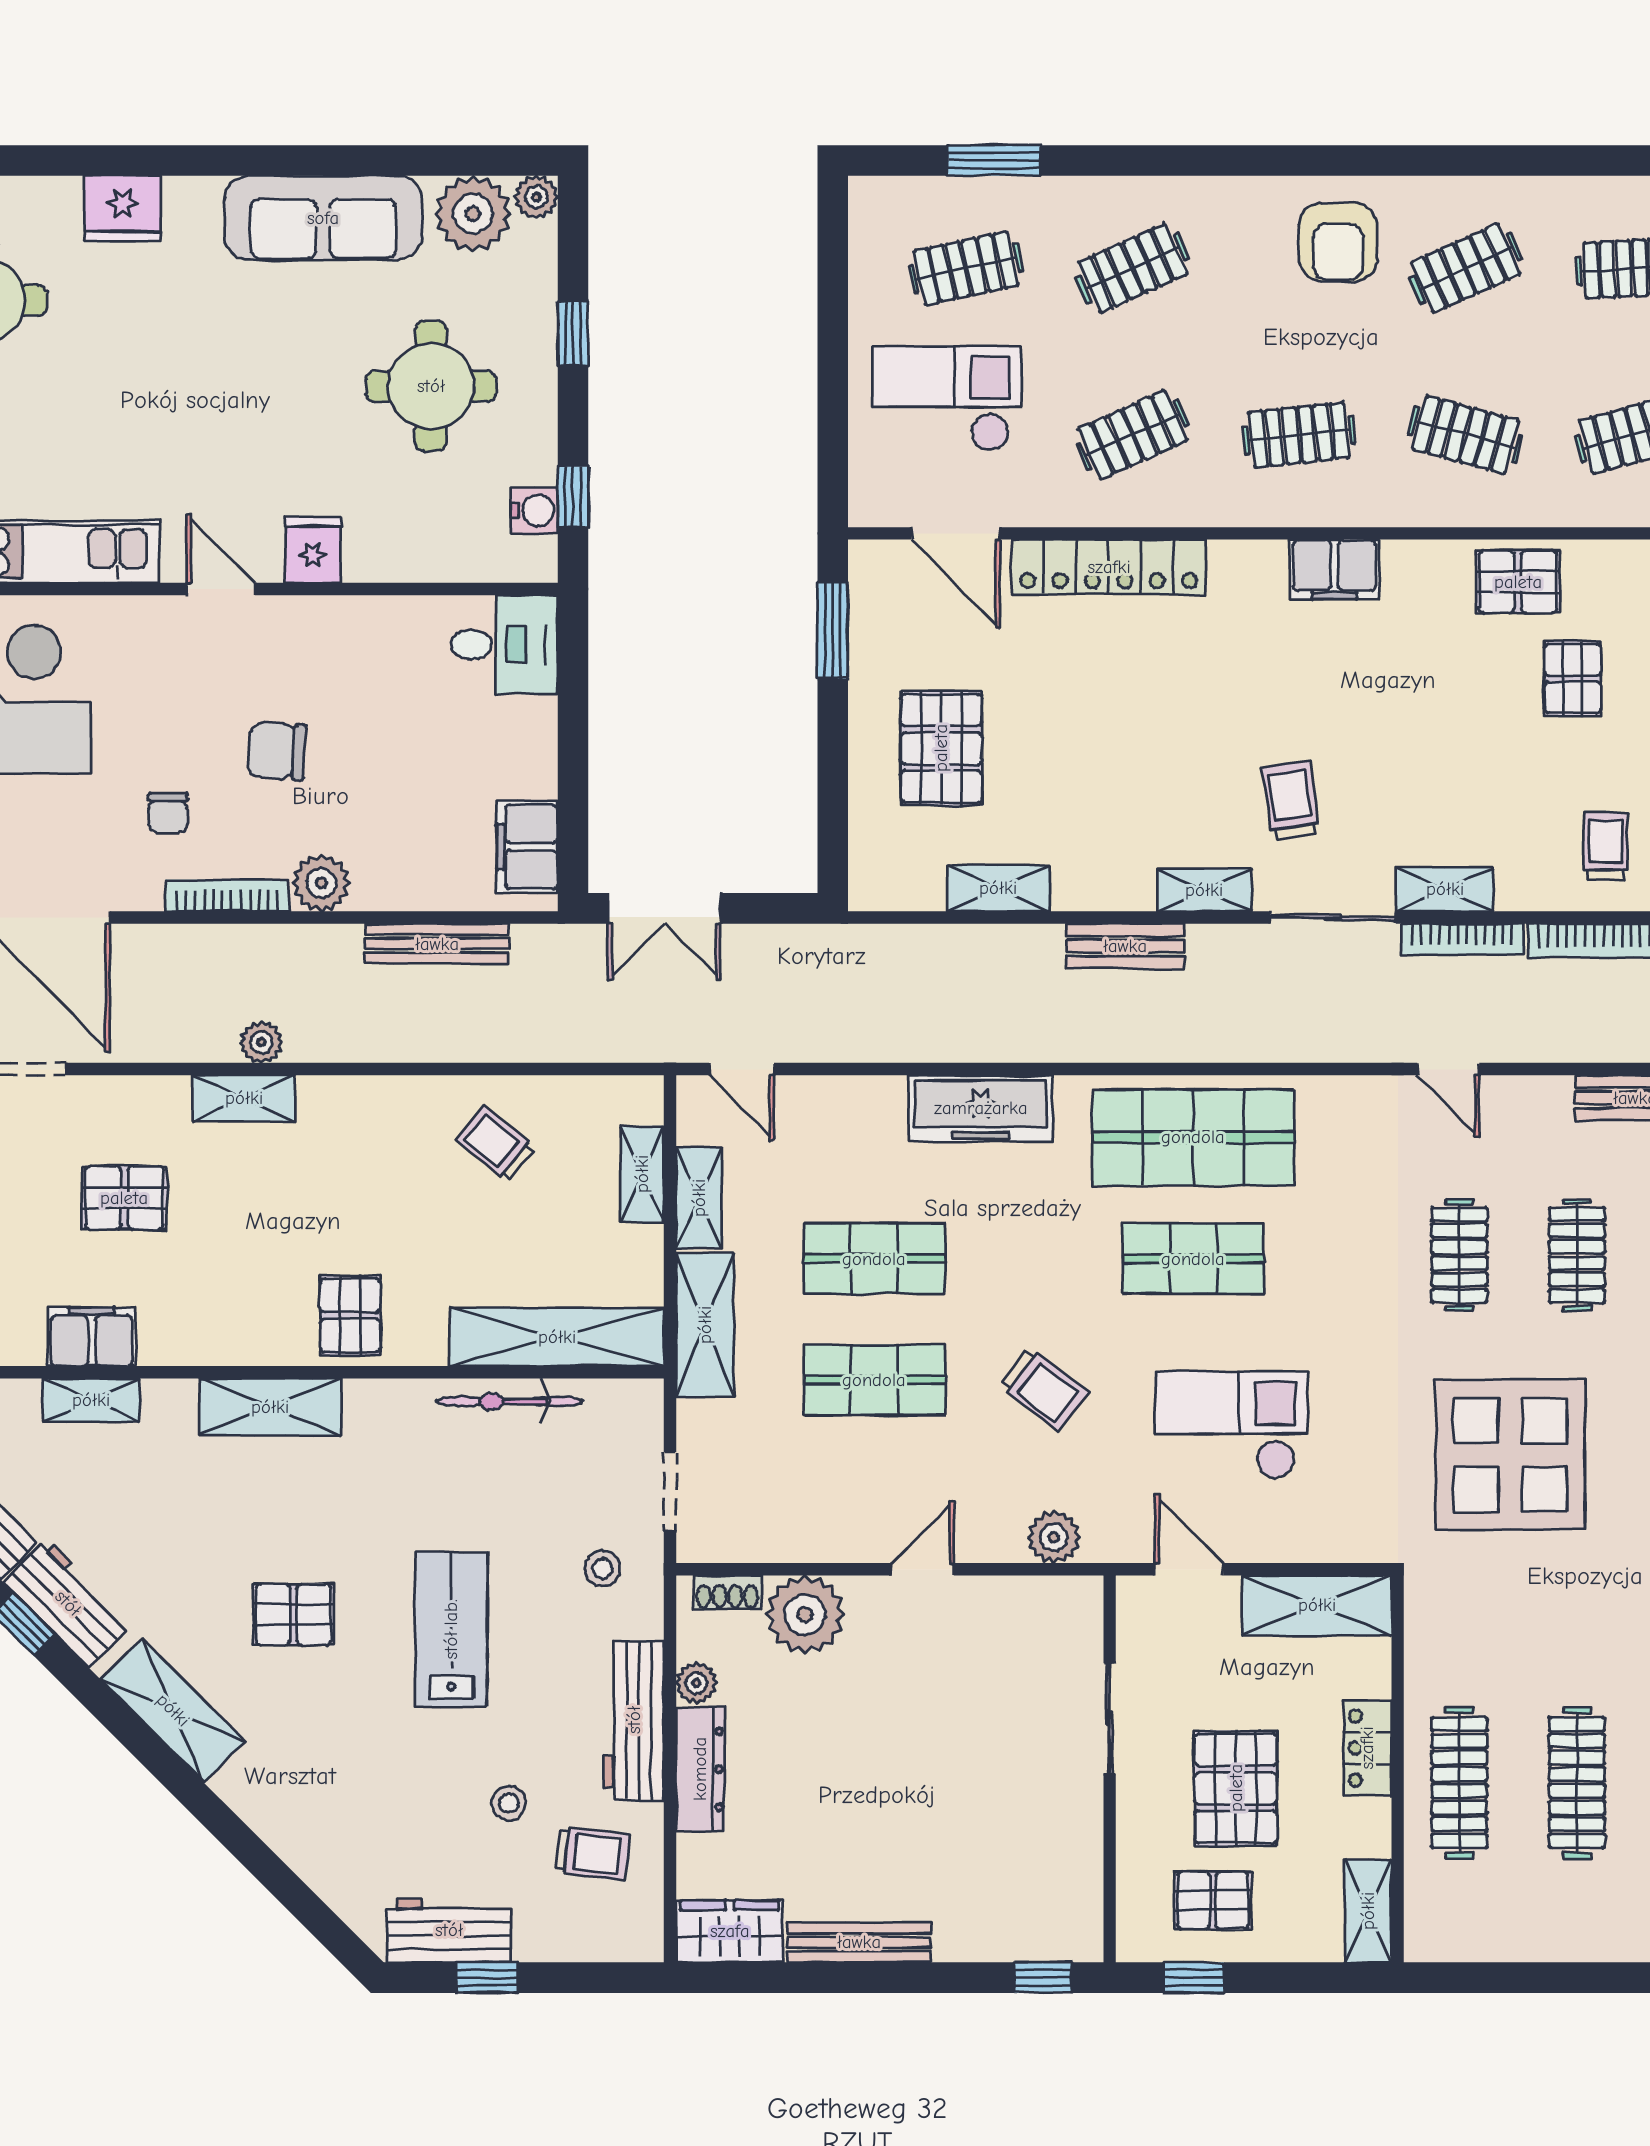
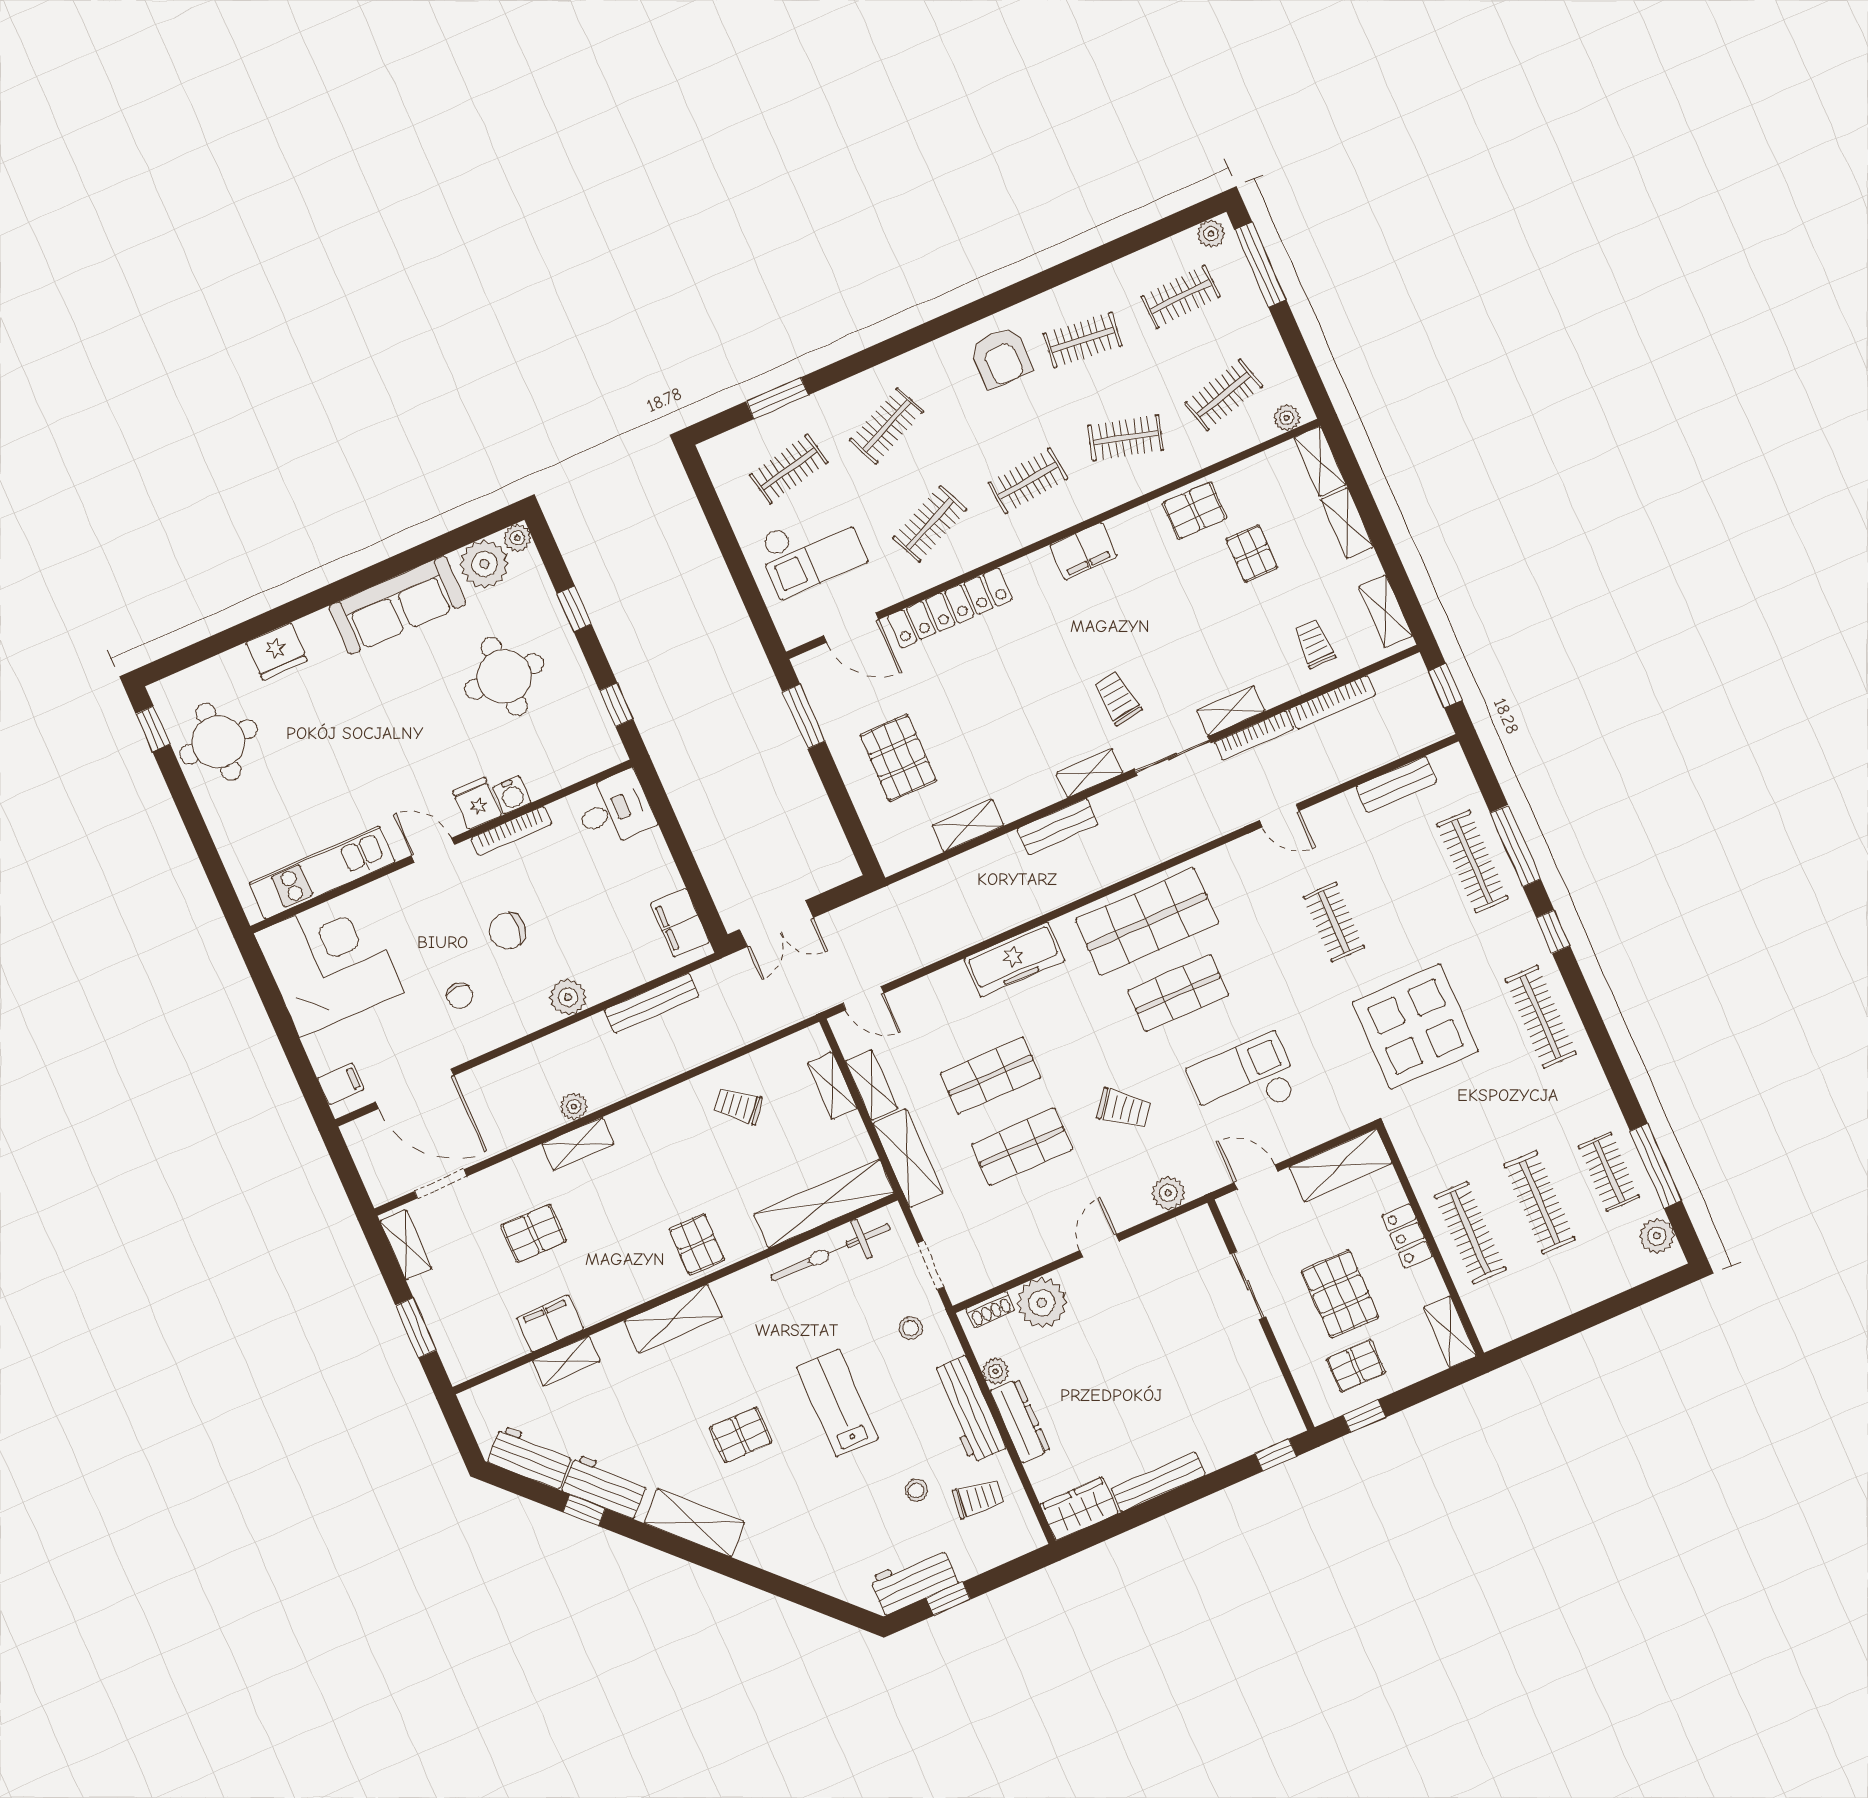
clothes rail: (1466, 268) -> (1083, 340), turned 30
checkout: (947, 398) -> (811, 550), turned 180
water cooler: (535, 510) -> (512, 795), moved, turned 90
bookcase: (227, 896) -> (512, 831), moved, turned 180
clothes rail: (1577, 1255) -> (1403, 892), removed
bicycle: (509, 1401) -> (831, 1252), width x1.37, depth x1.40

